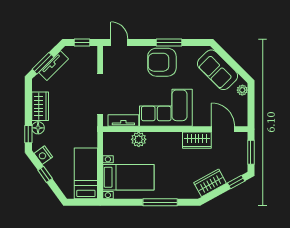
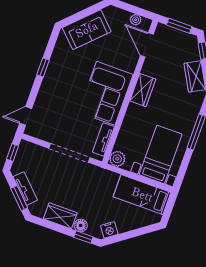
window: (169, 42) -> (43, 67), width x0.67
armchair: (162, 62) -> (60, 81), removed
plant: (242, 90) -> (136, 20), moved
door: (223, 129) -> (147, 45), hinge flipped
plant: (139, 139) -> (117, 159), moved
wardrobe: (197, 140) -> (143, 90), moved
window: (45, 174) -> (129, 235), removed

